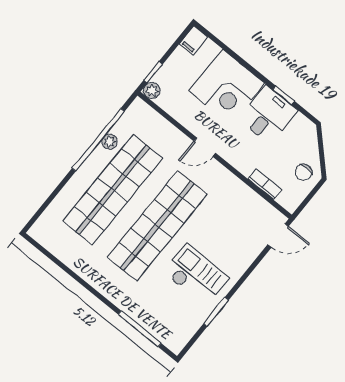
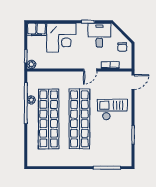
filing cabinet: (194, 40) -> (36, 29), width x2.00
desk: (268, 115) -> (99, 35), moved
door: (205, 147) -> (90, 70), moved
checkout: (196, 275) -> (112, 110), moved

